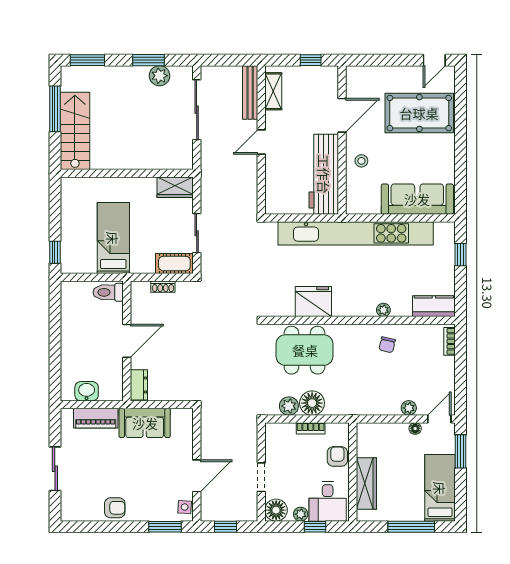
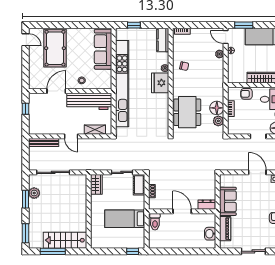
shelving: (273, 91) -> (95, 130), moved
door: (342, 115) -> (56, 91), hinge flipped
fridge: (313, 301) -> (160, 83), moved

